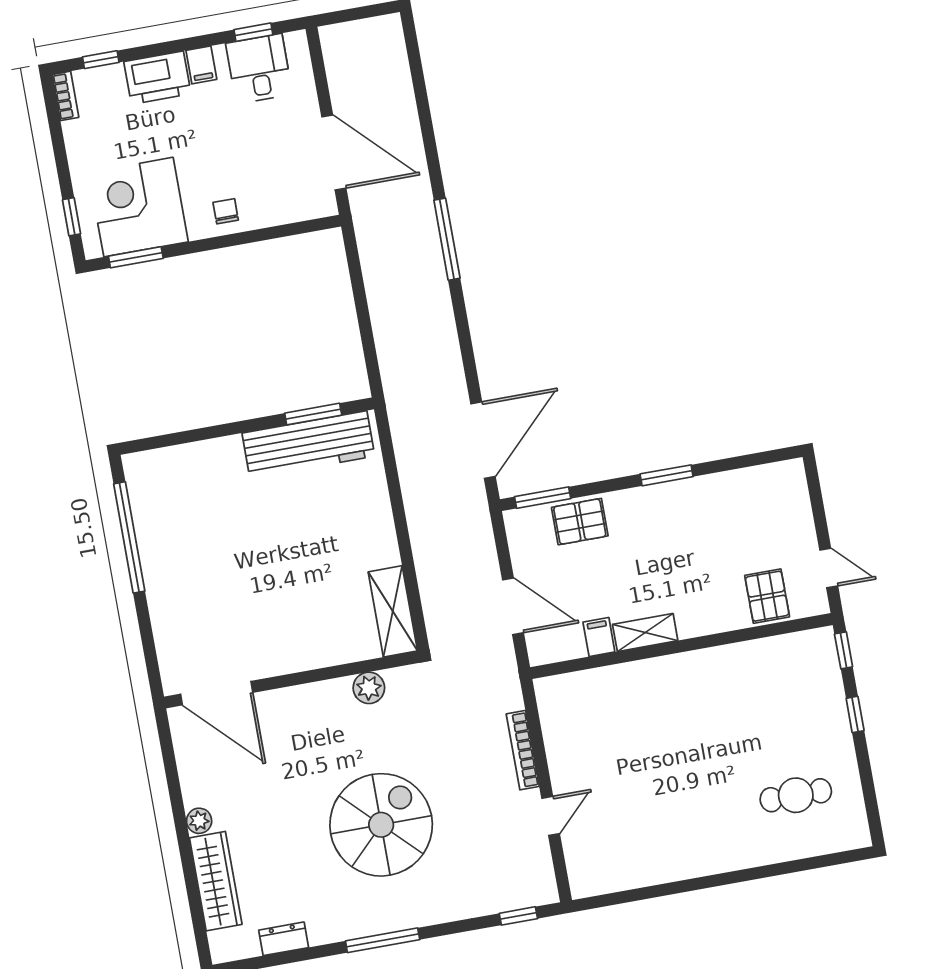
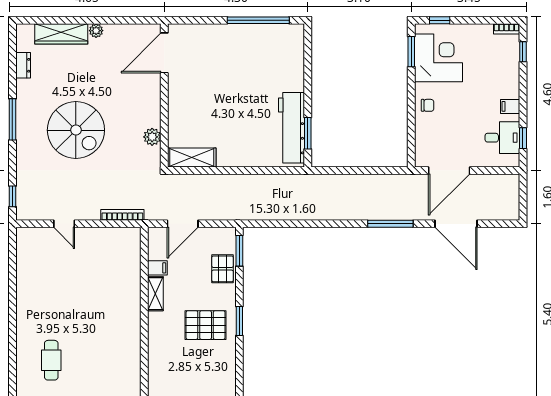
printer: (157, 78) -> (507, 81), removed
door: (483, 440) -> (456, 224), moved
pallet: (767, 596) -> (206, 325), moved, width x1.50, depth x1.42
bookcase: (523, 750) -> (122, 215), moved

